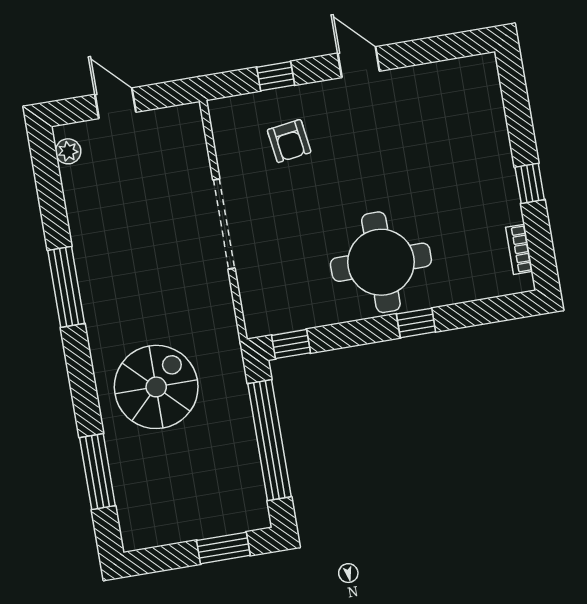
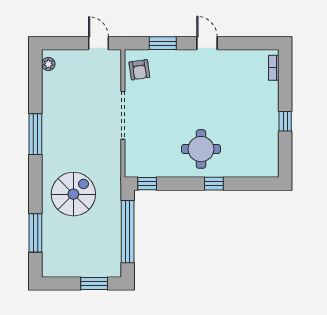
window: (276, 76) -> (163, 43), width x1.50
door: (115, 103) -> (99, 43), moved
armchair: (289, 141) -> (139, 70), moved
bookcase: (519, 249) -> (274, 68), moved
round table: (381, 262) -> (201, 149), width x0.73, depth x0.73

